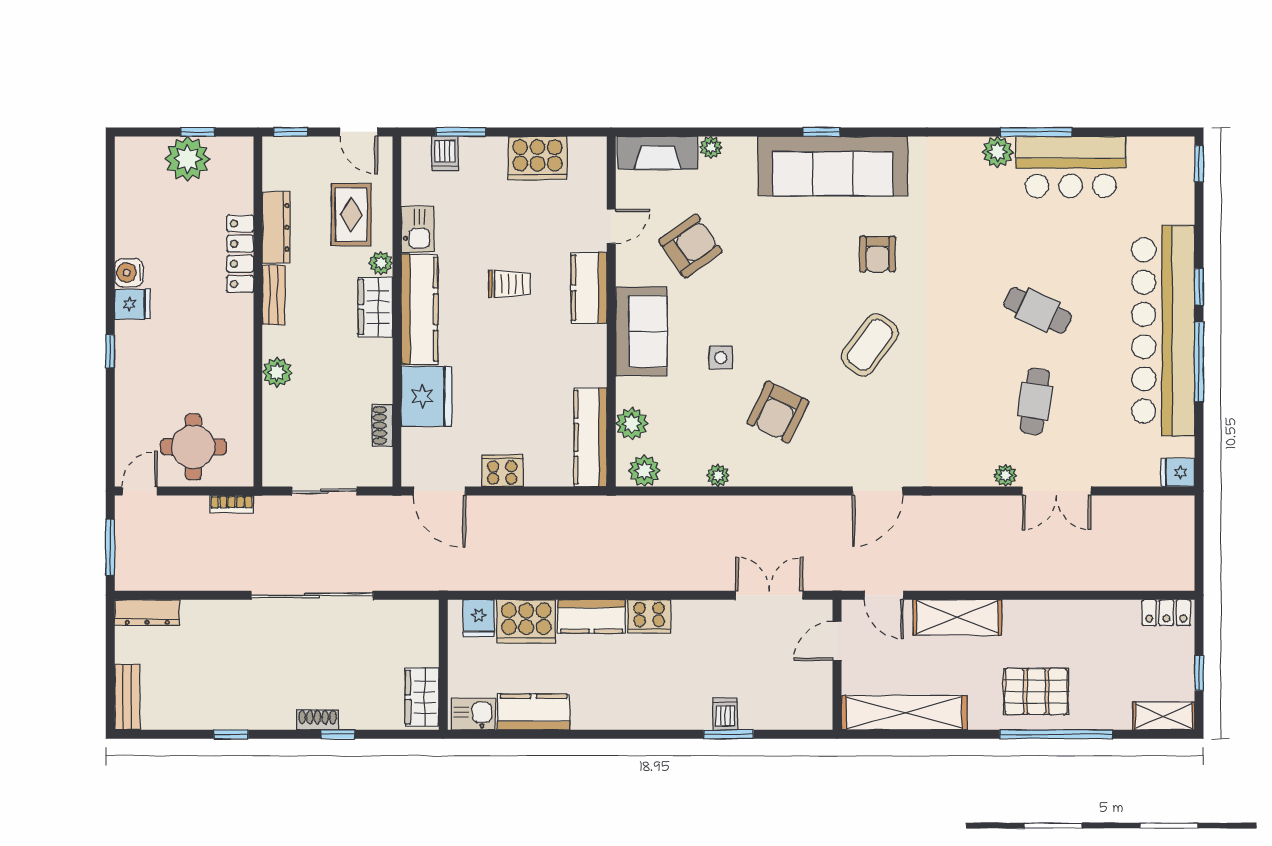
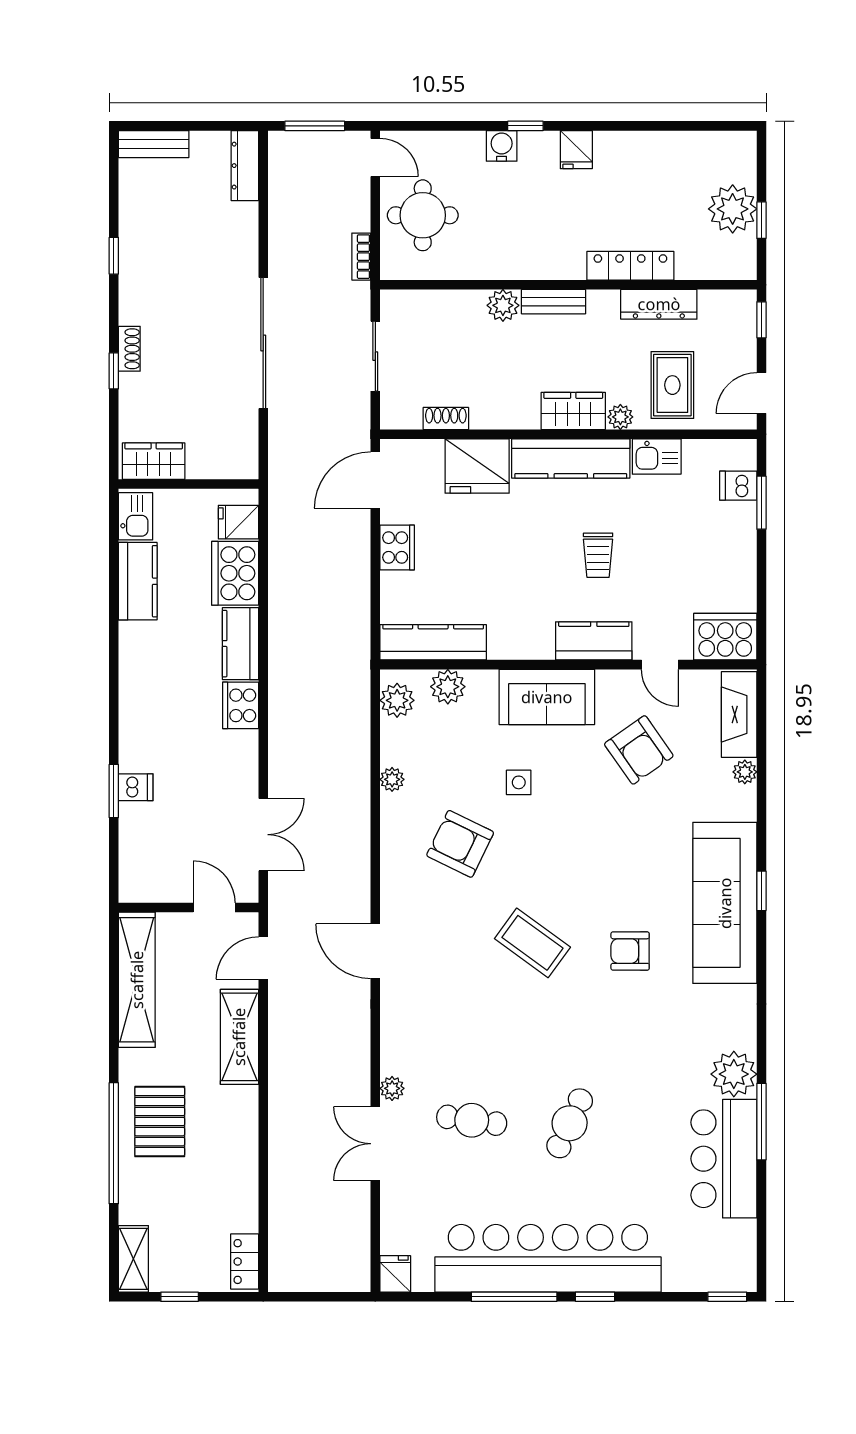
plant: (998, 152) -> (734, 1074), width x1.36, depth x1.36
cooker: (537, 158) -> (725, 637), moved, turned 90
rug: (351, 215) -> (672, 385), turned 90
water cooler: (129, 273) -> (502, 146), moved
bench: (274, 295) -> (554, 302), moved

